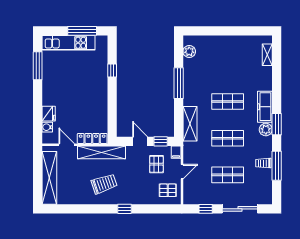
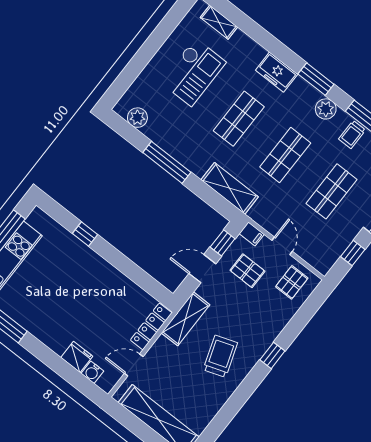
checkout: (233, 61) -> (193, 72), added
freezer: (265, 107) -> (277, 72), width x0.71
plant: (266, 130) -> (326, 109), moved
shelving: (101, 152) -> (186, 319), width x0.68

